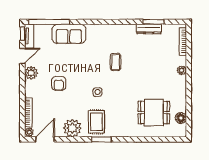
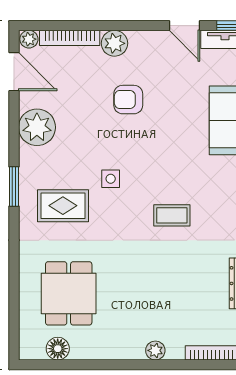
plant: (31, 73) -> (114, 43), moved
rug: (96, 122) -> (63, 206), moved

